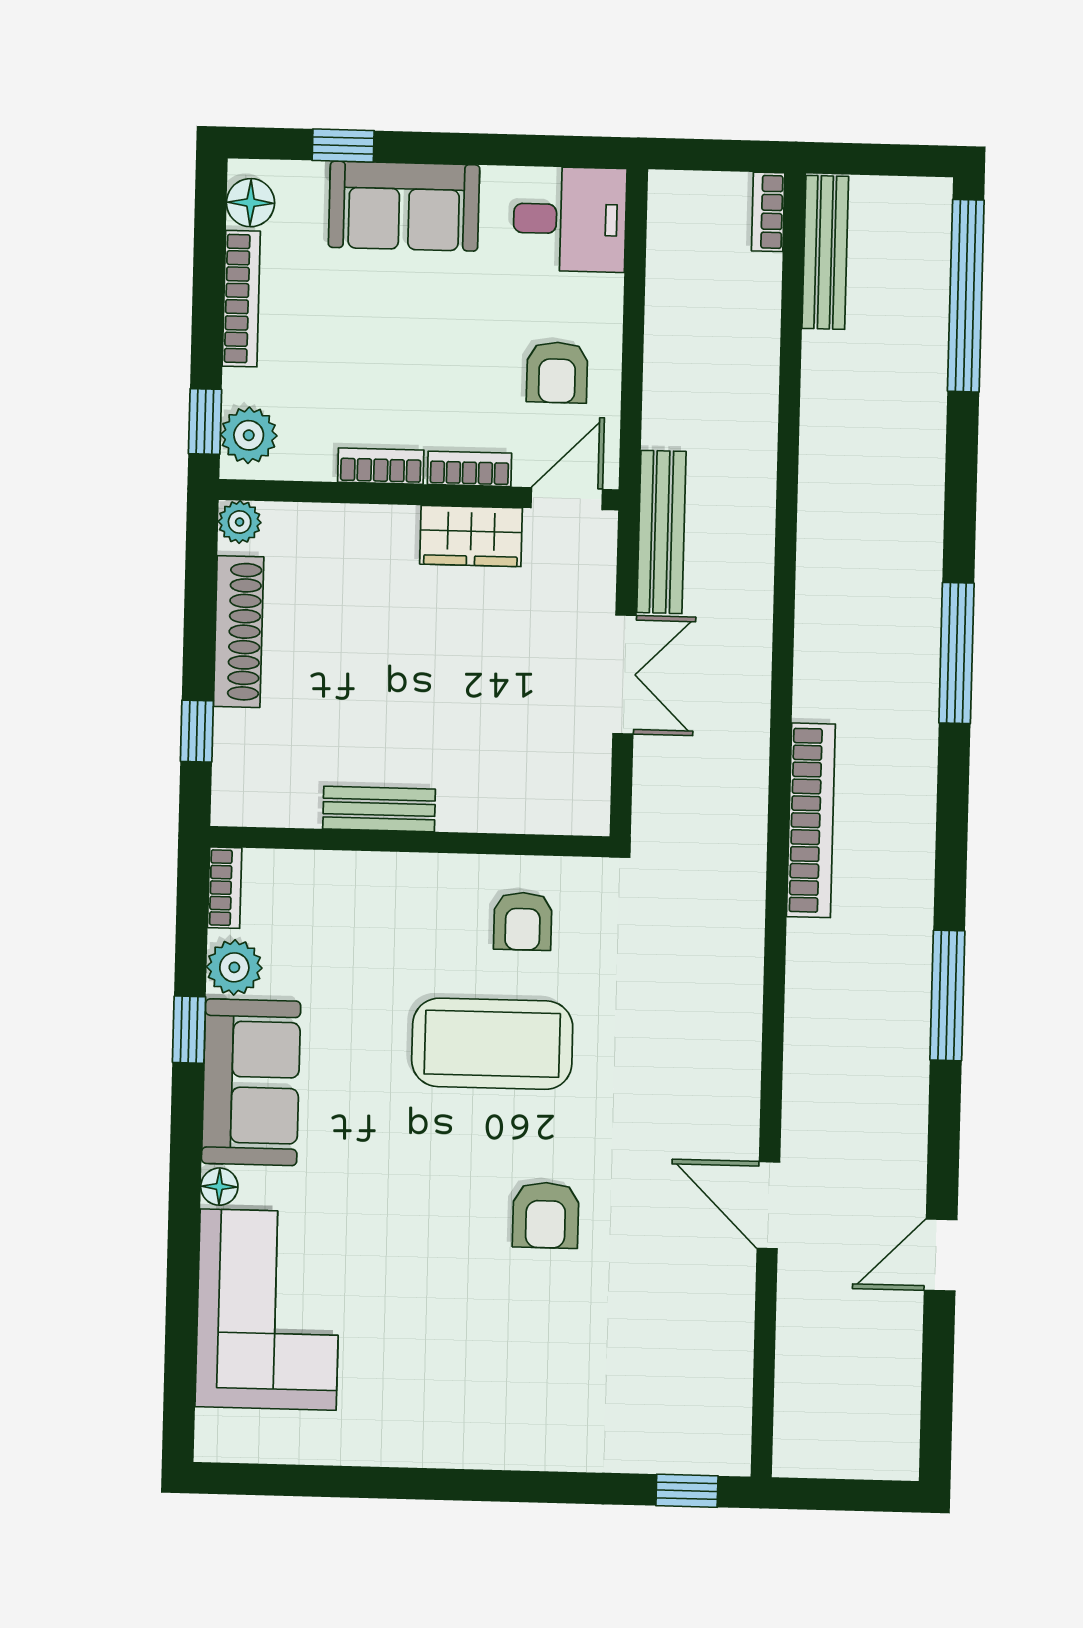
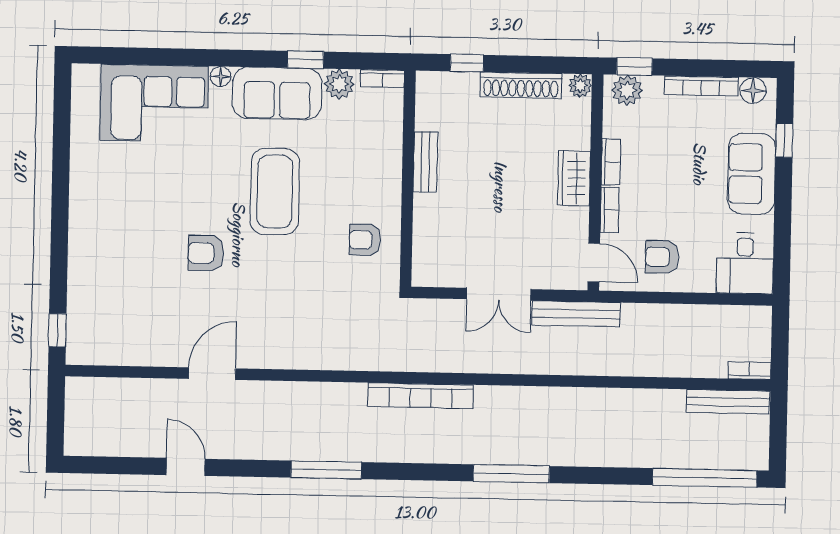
wardrobe: (471, 536) -> (574, 178), moved
coffee table: (492, 1044) -> (275, 192), moved

